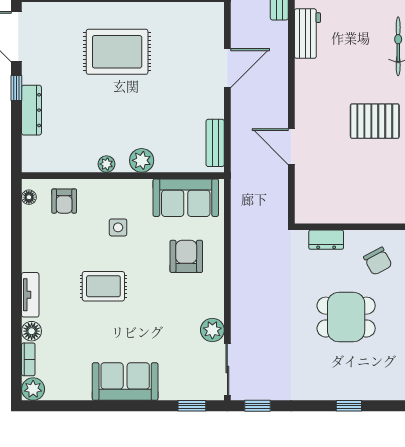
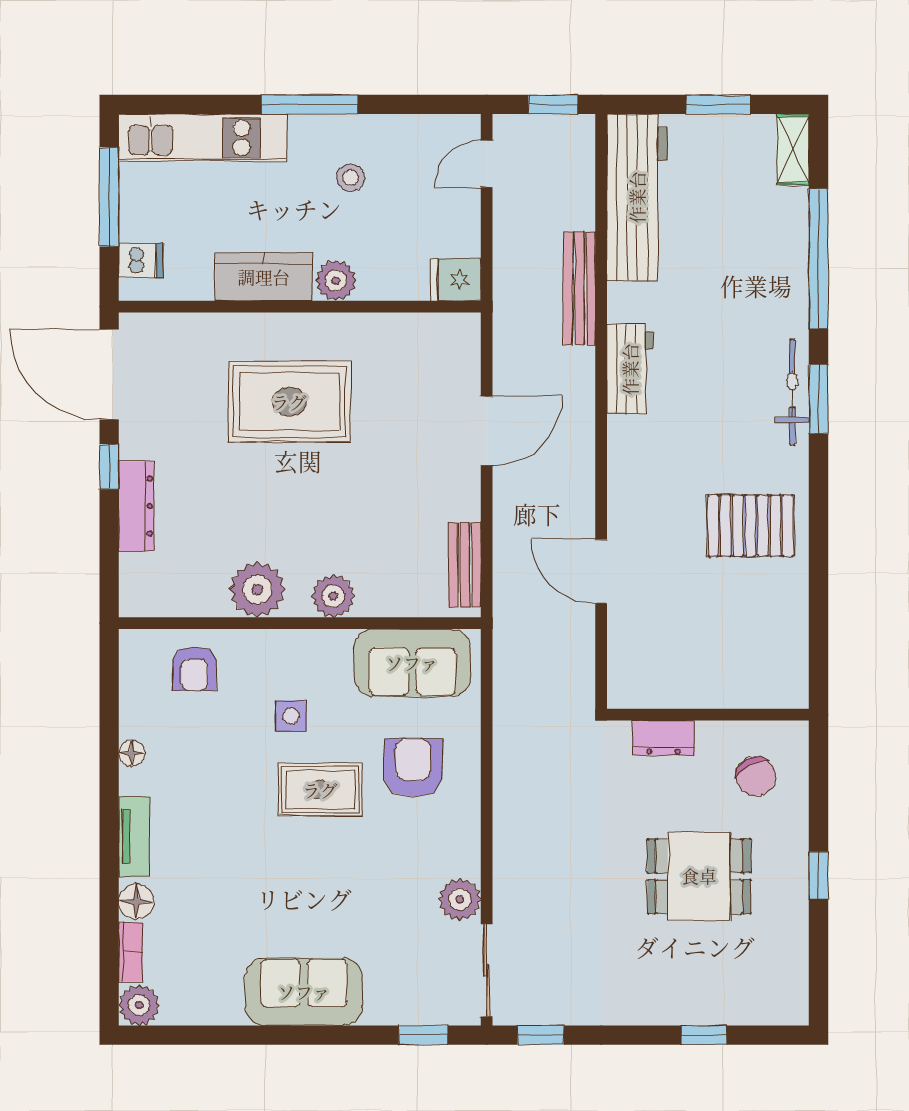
plant: (106, 164) -> (257, 590), width x1.88, depth x1.88
floor lamp: (29, 197) -> (132, 753), moved
rug: (103, 286) -> (320, 790), moved

